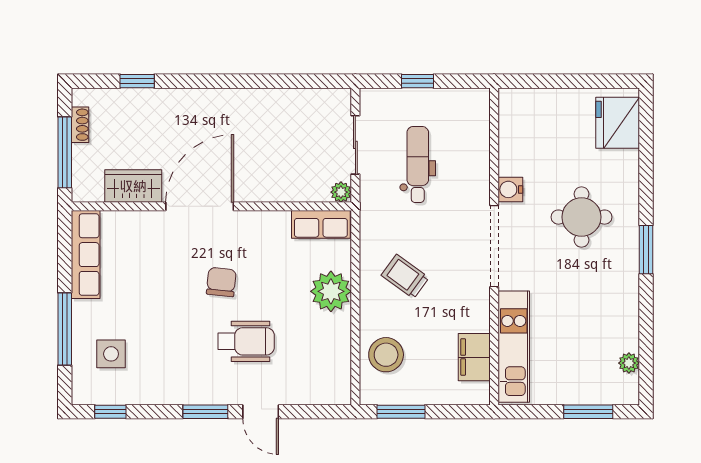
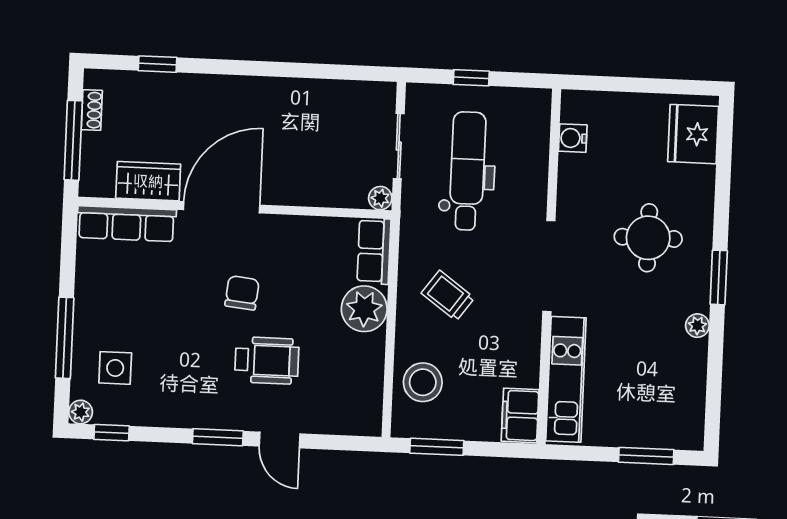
dental chair: (418, 164) -> (467, 171), width x1.36, depth x1.38
water cooler: (510, 189) -> (573, 138), moved
row of seats: (321, 224) -> (374, 251), moved, turned 90
row of seats: (86, 255) -> (126, 224), moved, turned 90
filing cabinet: (474, 357) -> (520, 415), moved
plant: (629, 363) -> (697, 326), moved
plant: (82, 395) -> (81, 412), added

